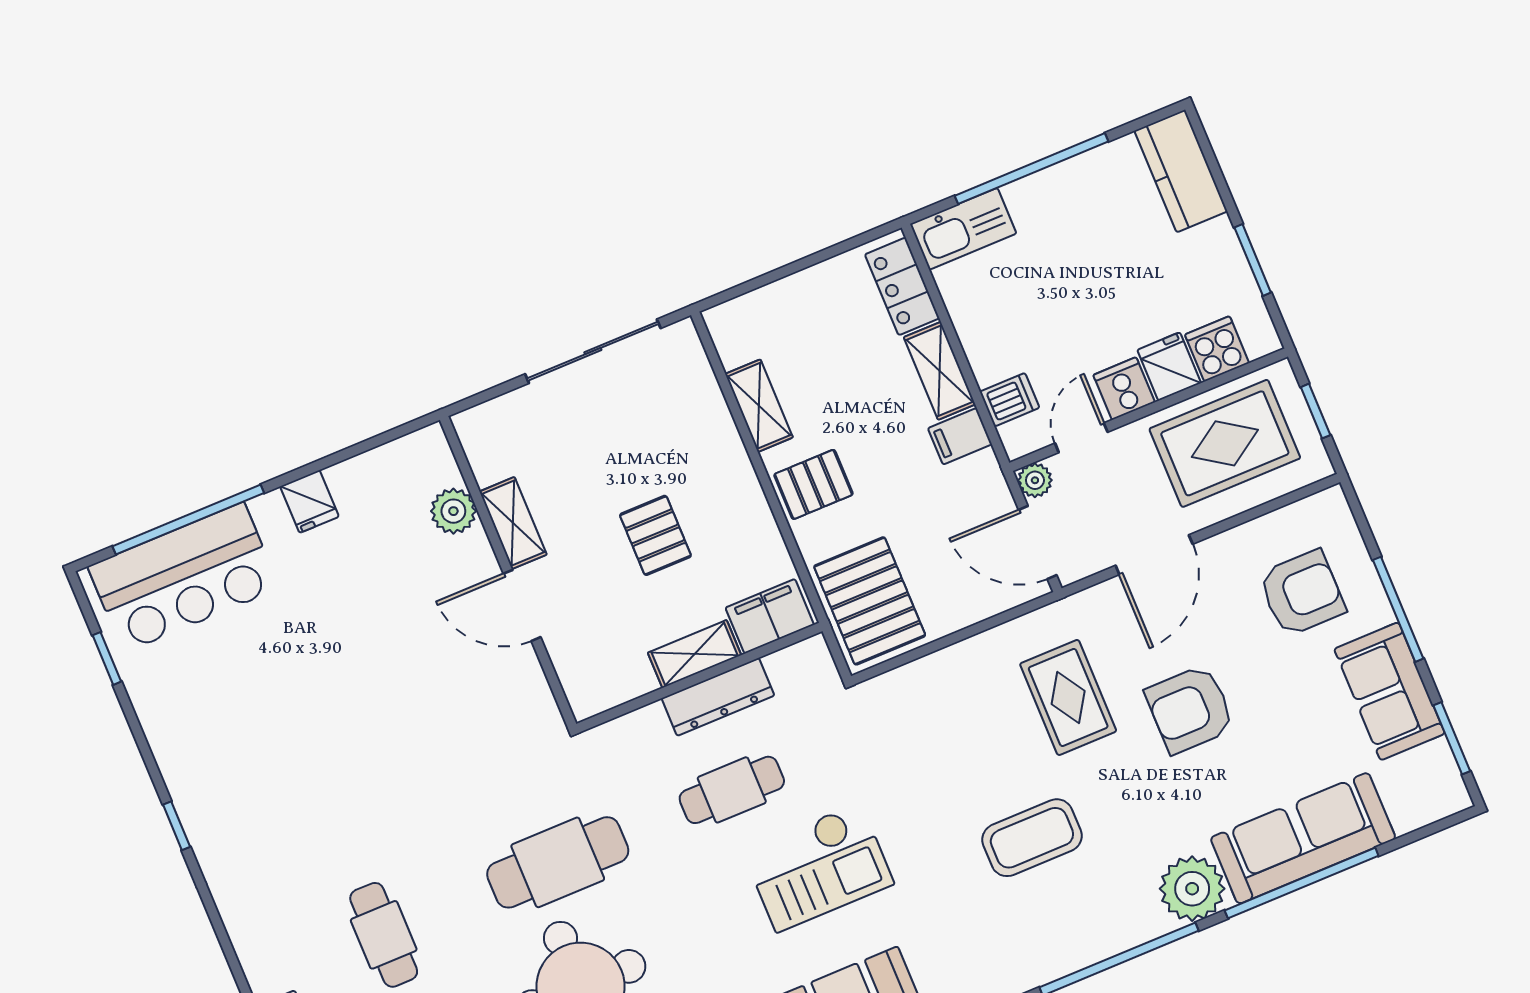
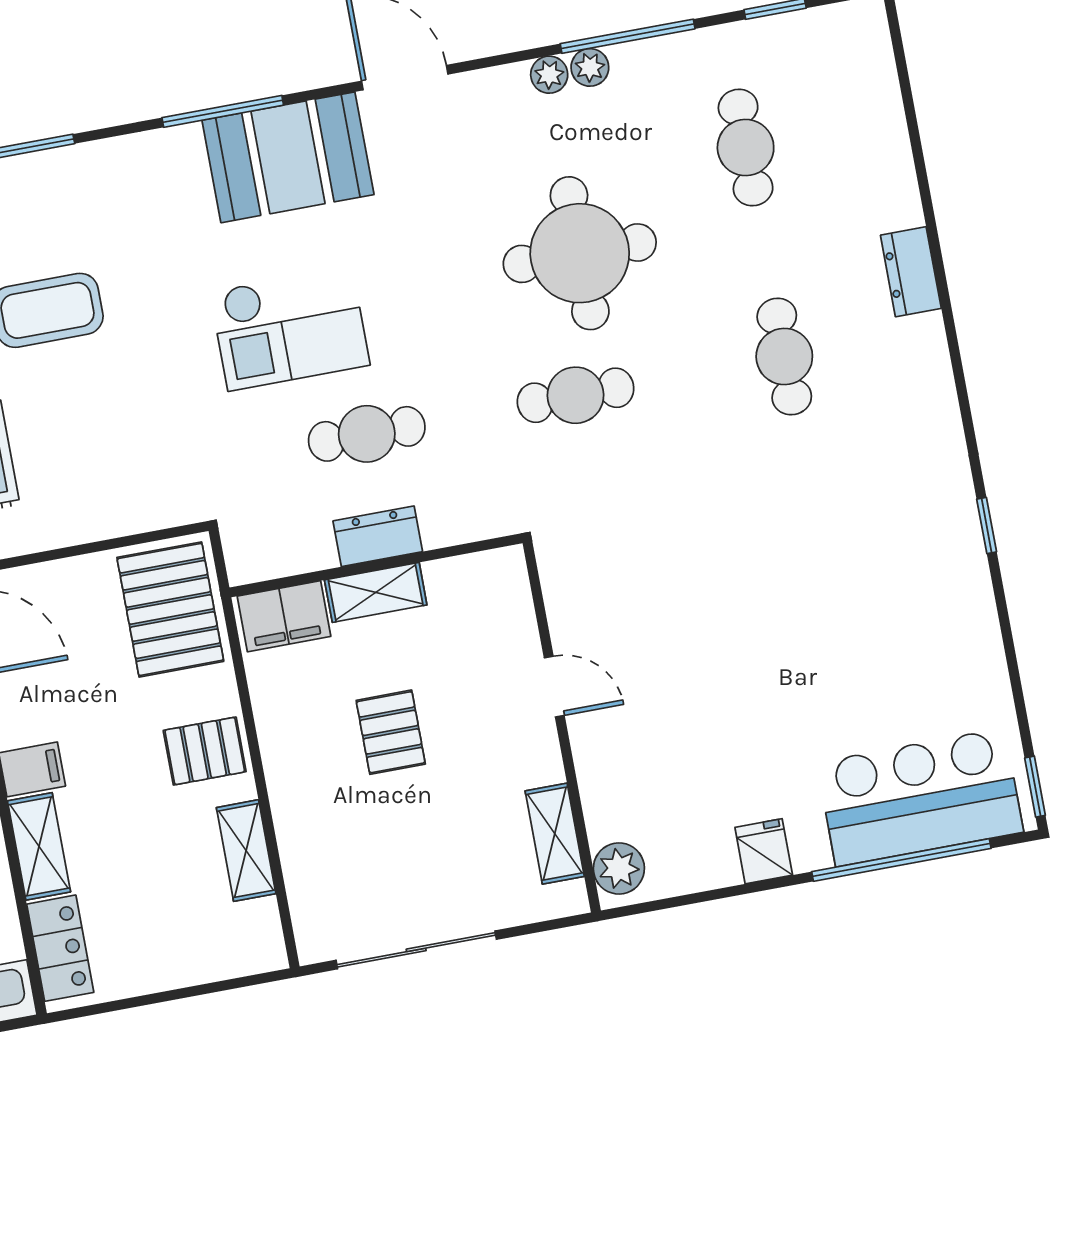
plant: (453, 511) -> (619, 868), moved
shelving: (513, 523) -> (555, 834), moved
door: (522, 605) -> (554, 687), width x0.73
window: (107, 658) -> (1035, 787), moved
dresser: (718, 697) -> (378, 536), width x0.70
cafe table: (558, 862) -> (576, 395), width x0.73, depth x0.74
checkout: (818, 867) -> (290, 328), turned 180

